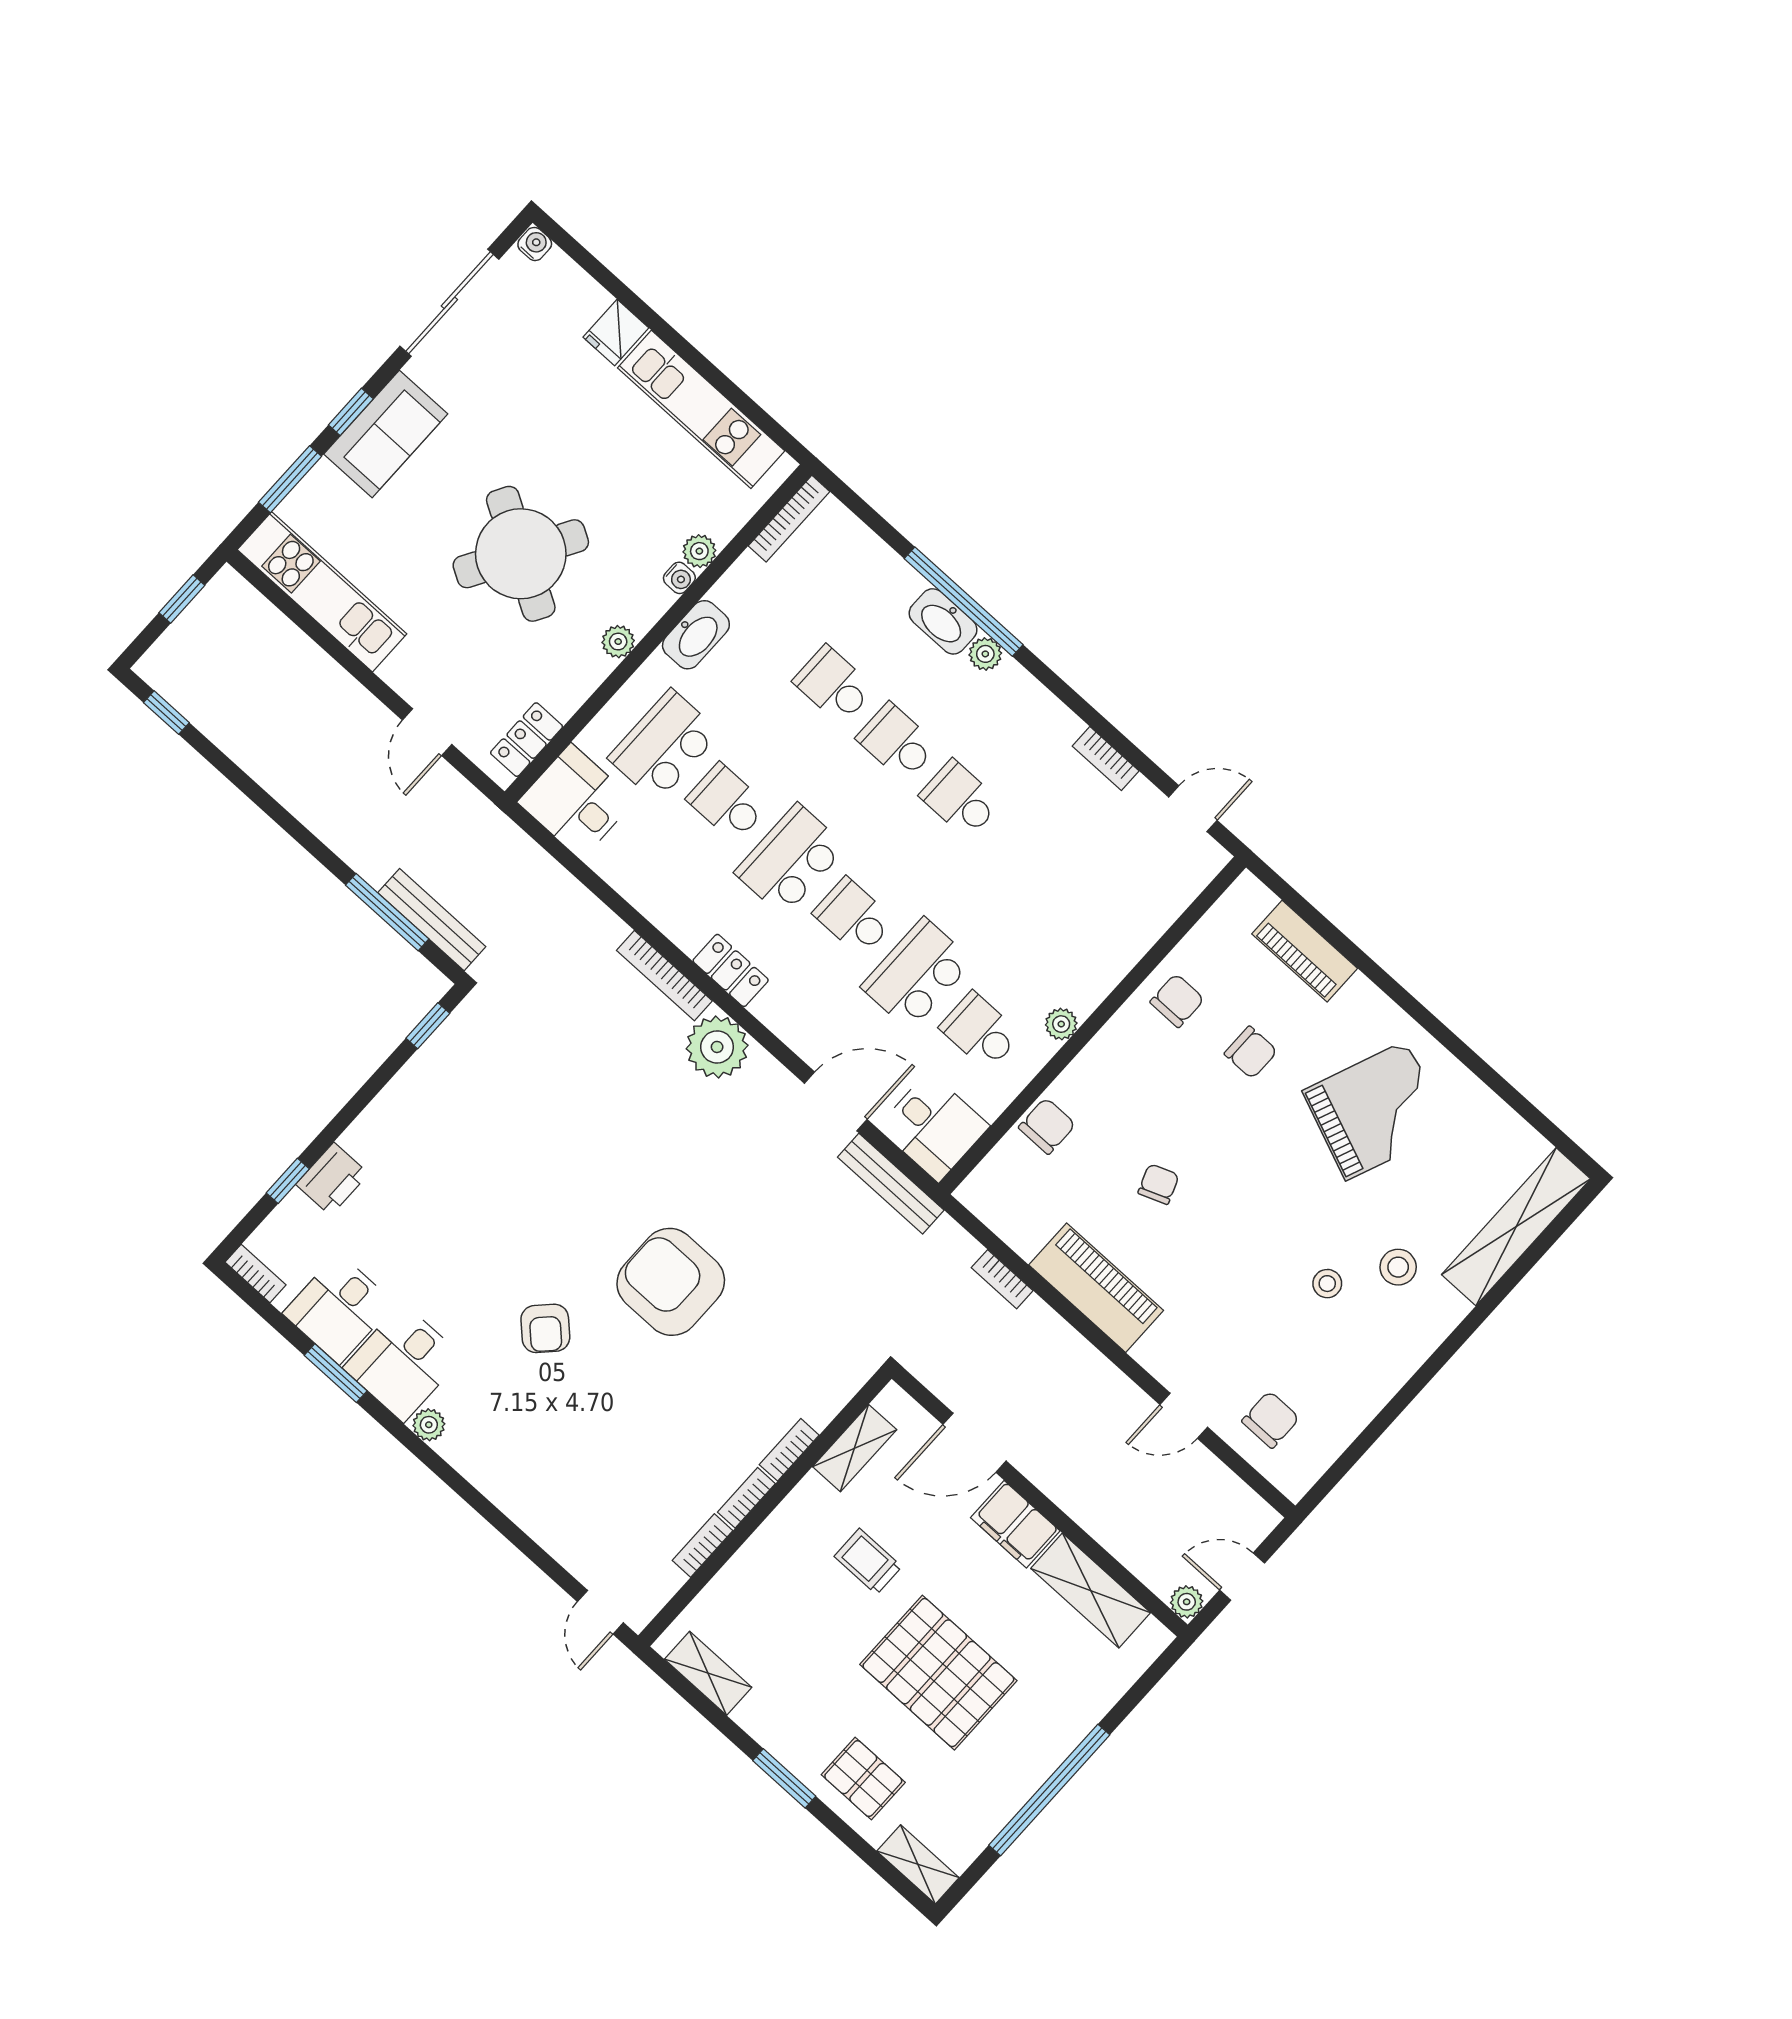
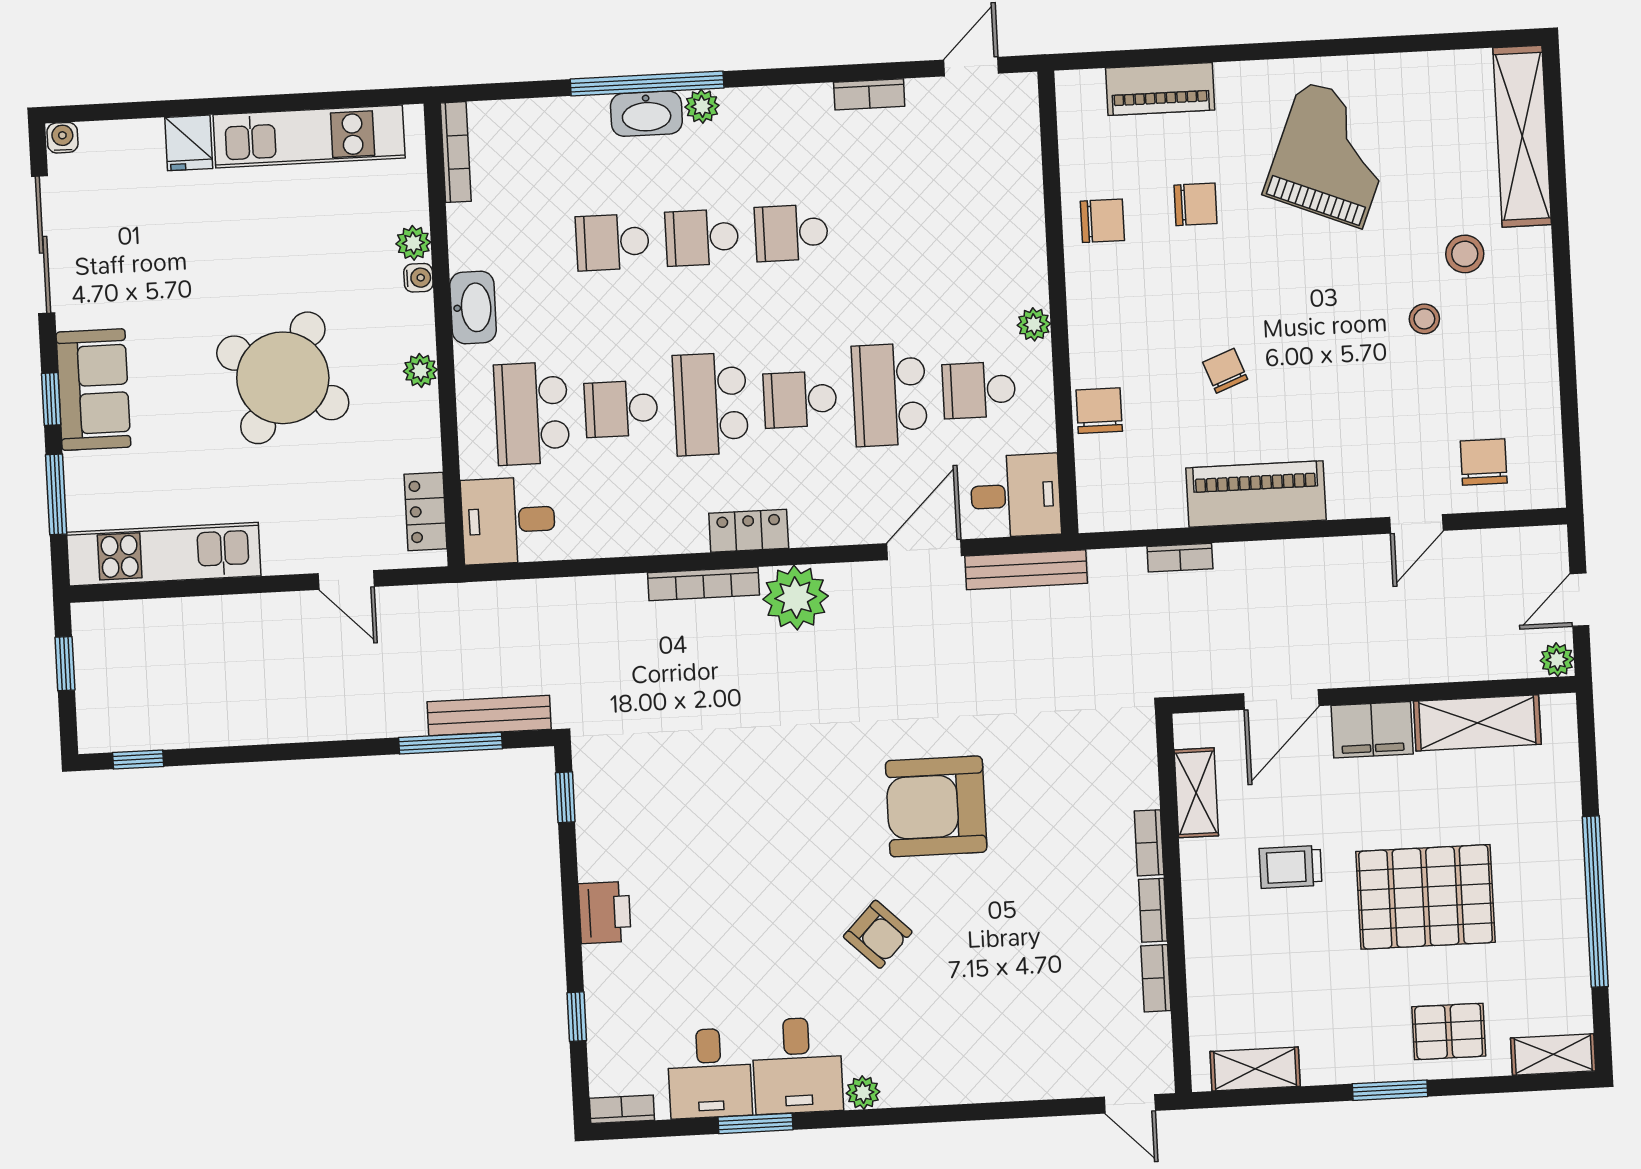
chair: (1177, 1001) -> (1102, 221), turned 90
printer: (332, 1179) -> (605, 912), moved

